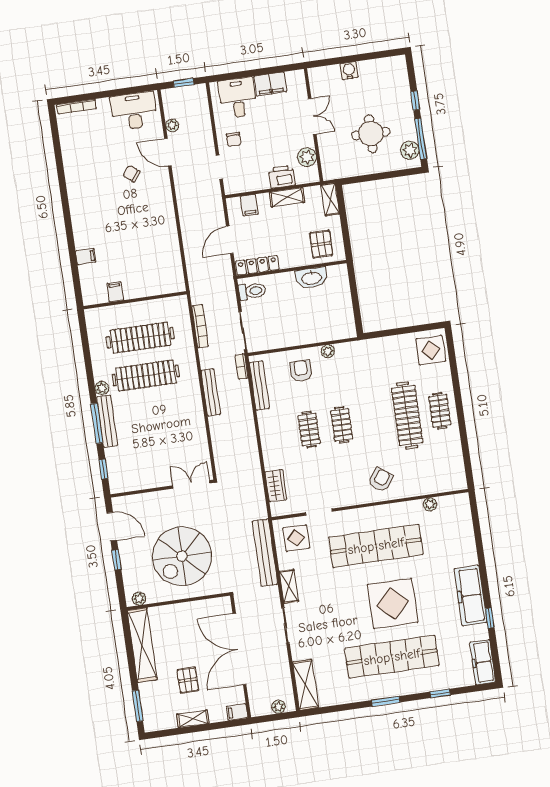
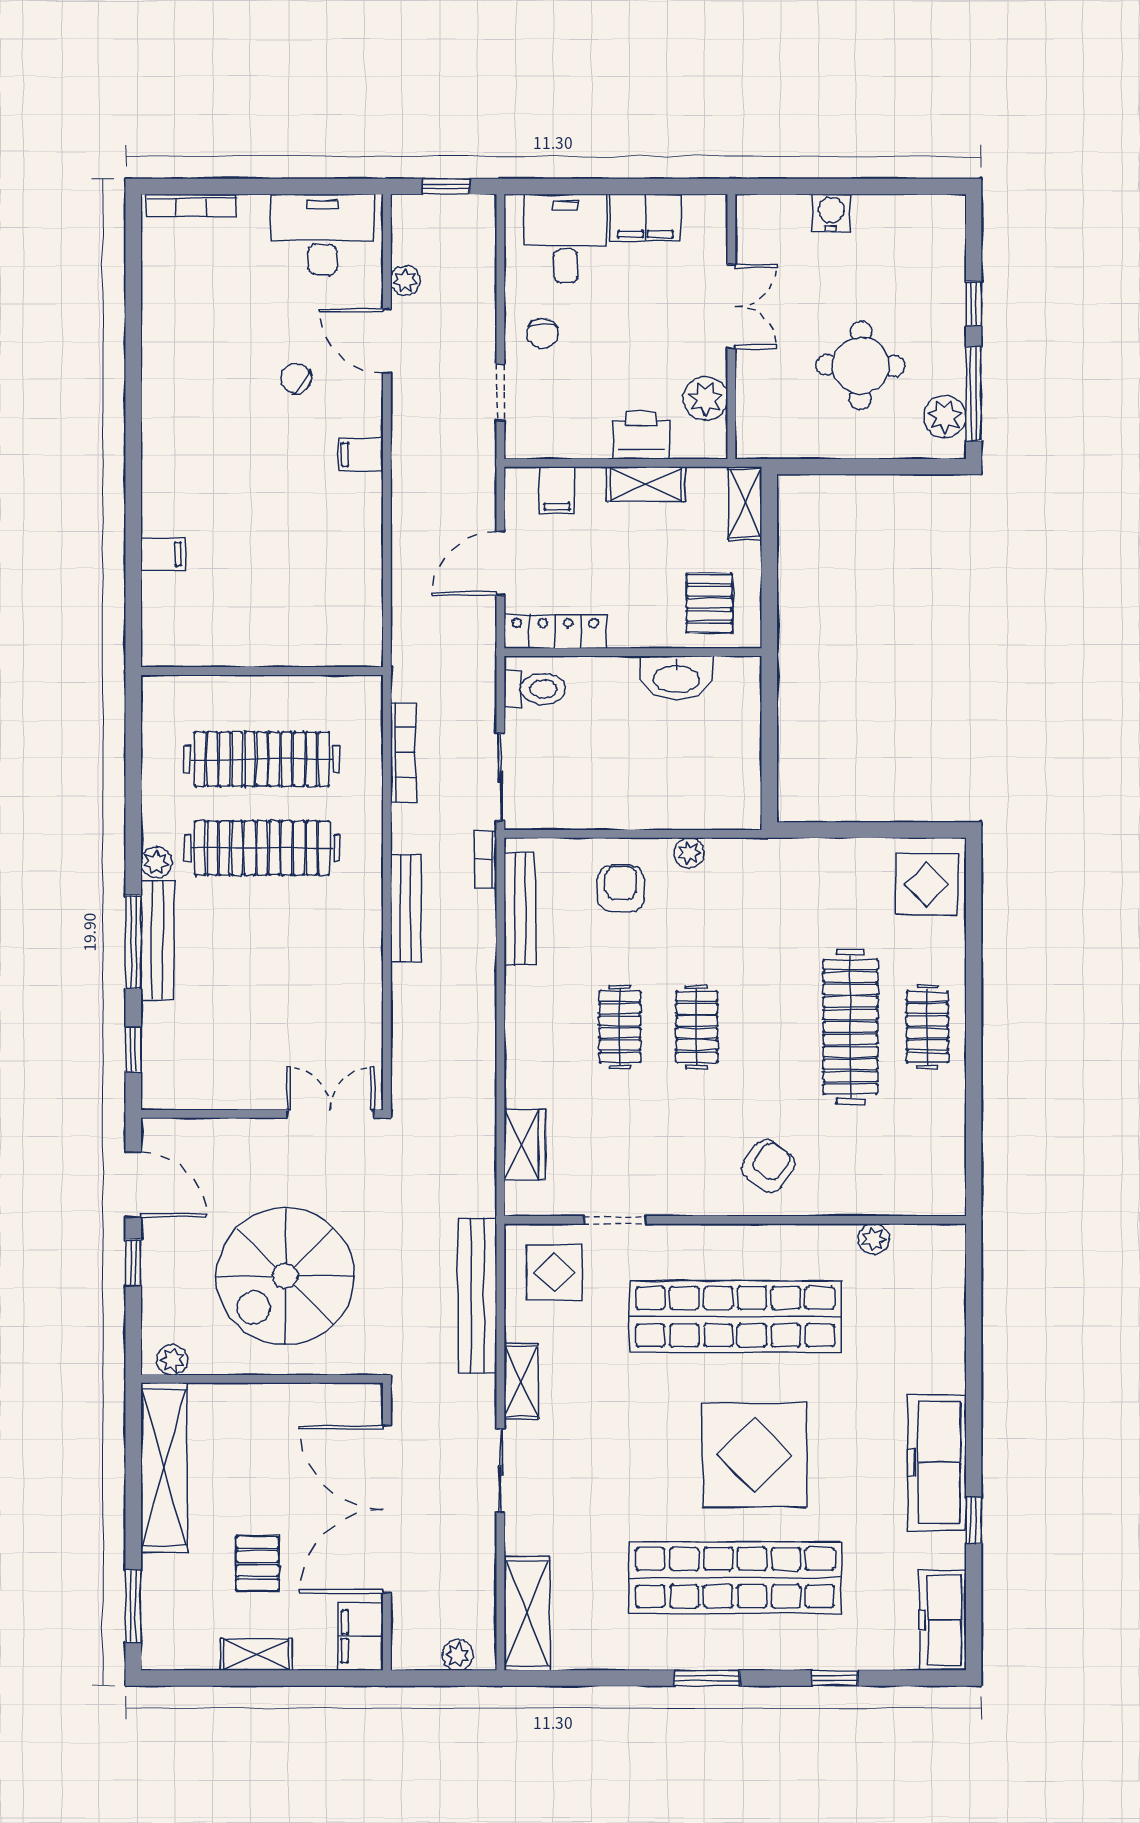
filing cabinet: (115, 292) -> (361, 454), moved, turned -90
filing cabinet: (237, 712) -> (360, 1637), width x2.00

